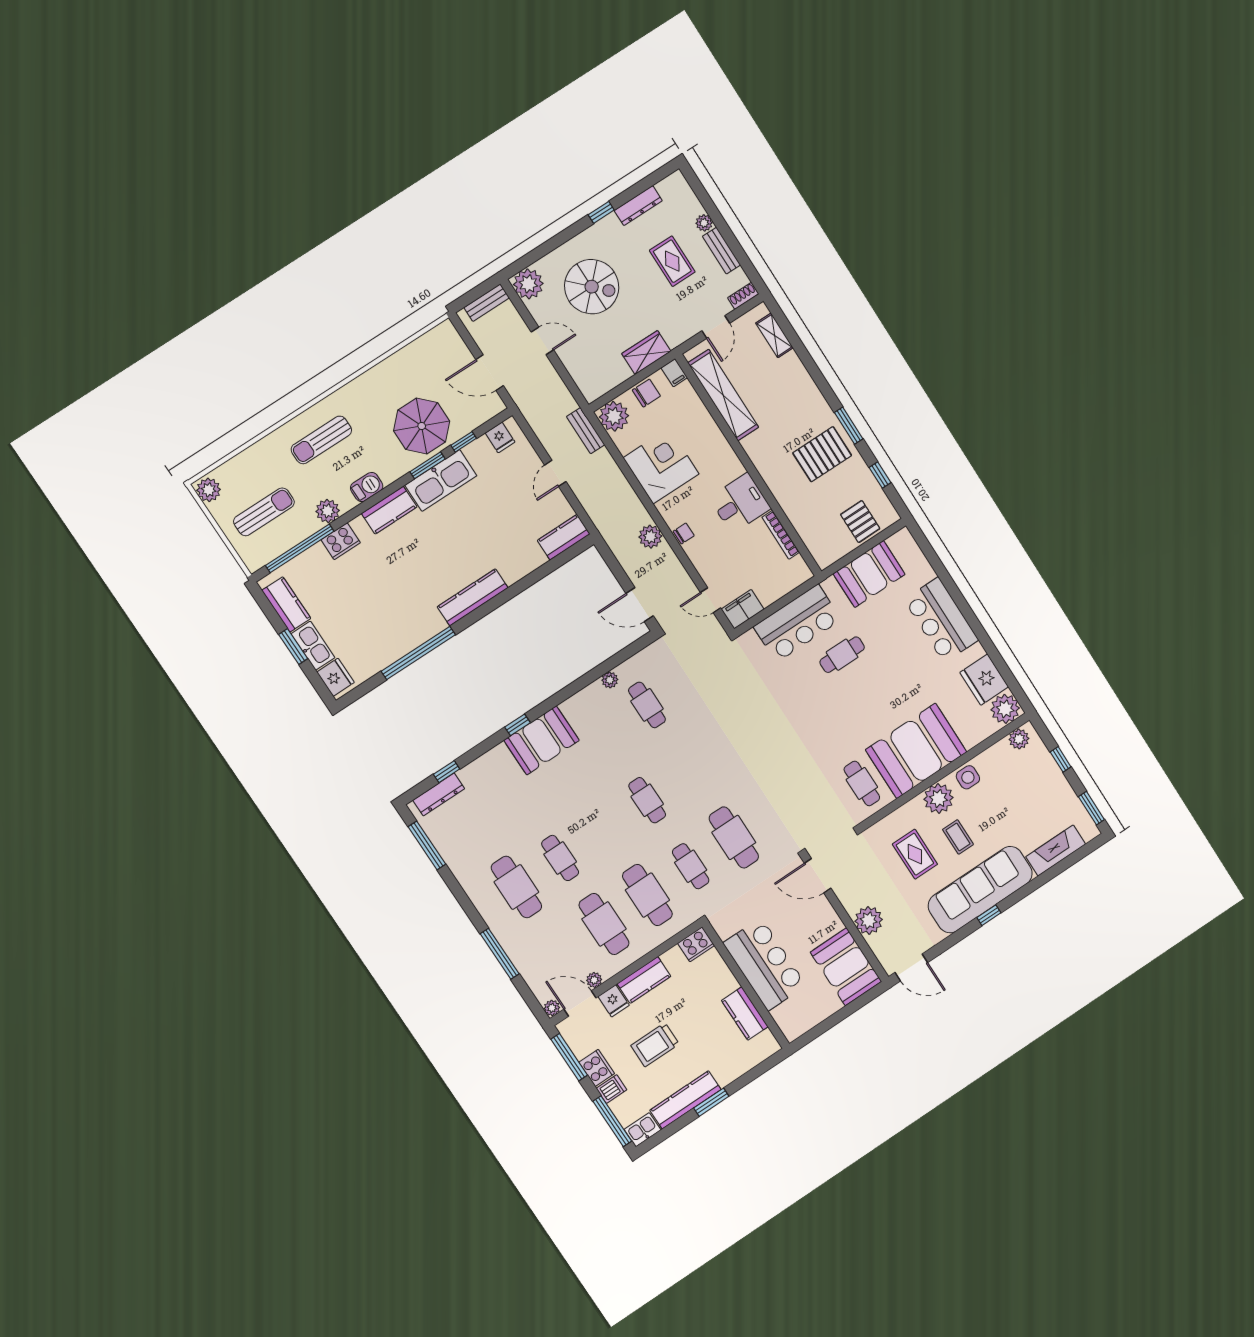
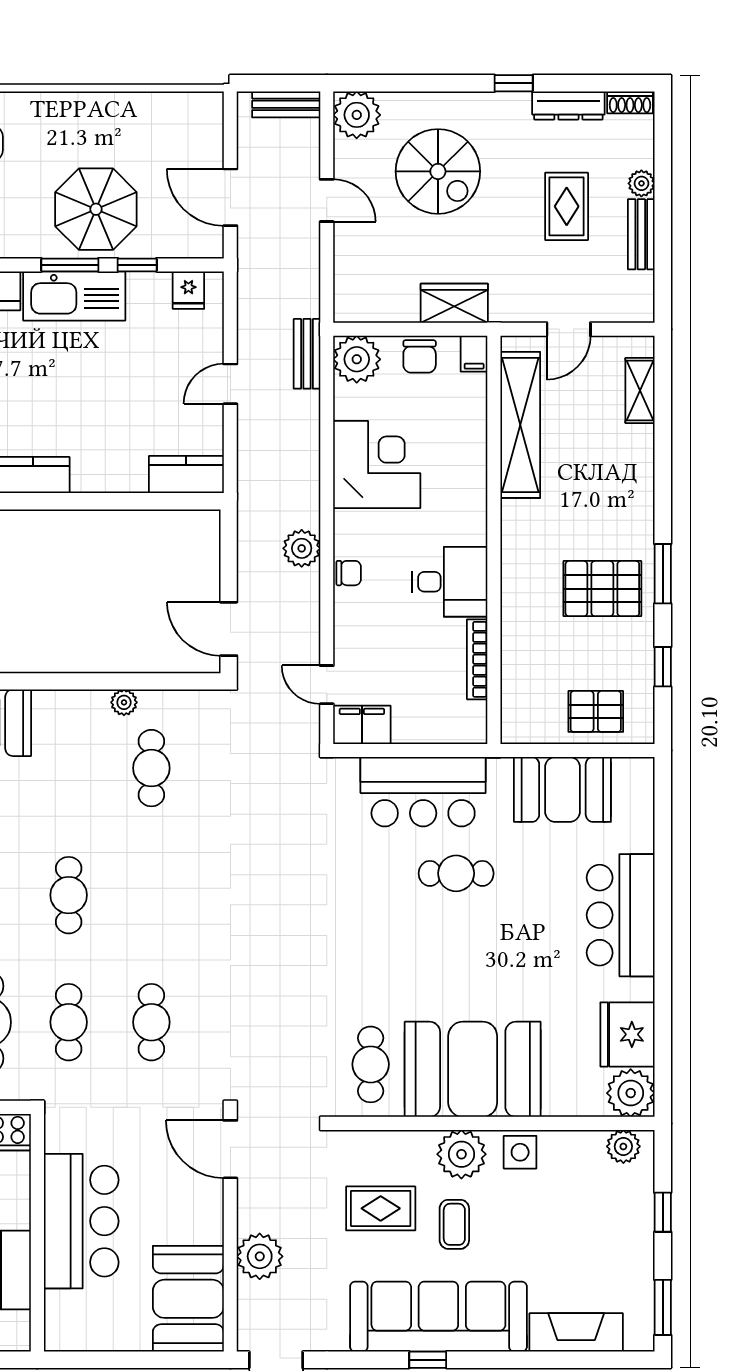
shoe rack: (743, 296) -> (630, 102), moved, turned 180
chair: (646, 393) -> (420, 356), turned 90
pallet: (860, 522) -> (596, 711), turned 90
cafe table: (734, 837) -> (151, 1022), width x0.73, depth x0.74
rug: (915, 854) -> (381, 1208), turned 90

